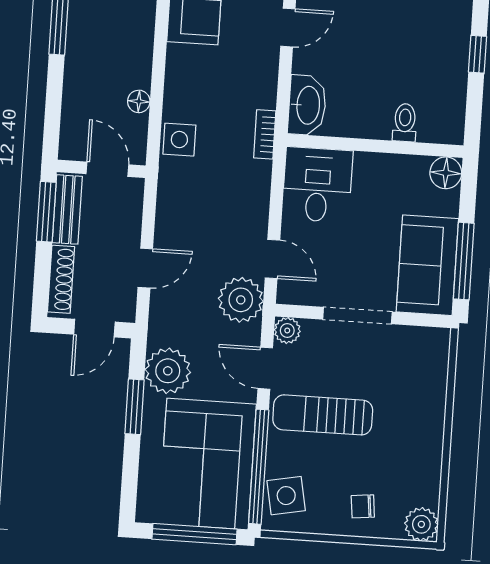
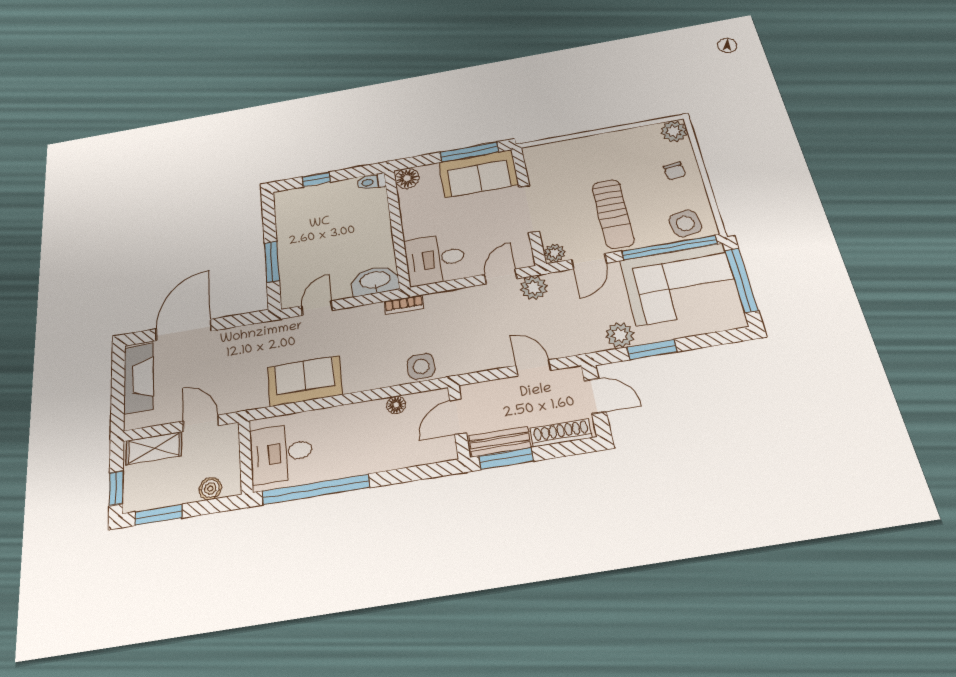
door: (288, 28) -> (317, 308), hinge flipped
toilet: (405, 123) -> (371, 182), moved
plant: (241, 300) -> (534, 288), width x0.73, depth x0.73
plant: (168, 371) -> (620, 335), width x0.73, depth x0.73

